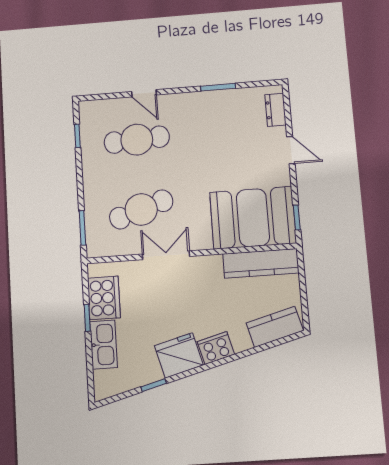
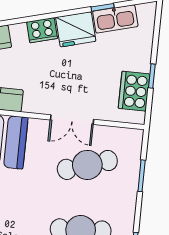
window: (82, 228) -> (142, 176), moved
kitchen sink: (104, 345) -> (115, 19), moved, turned -105

